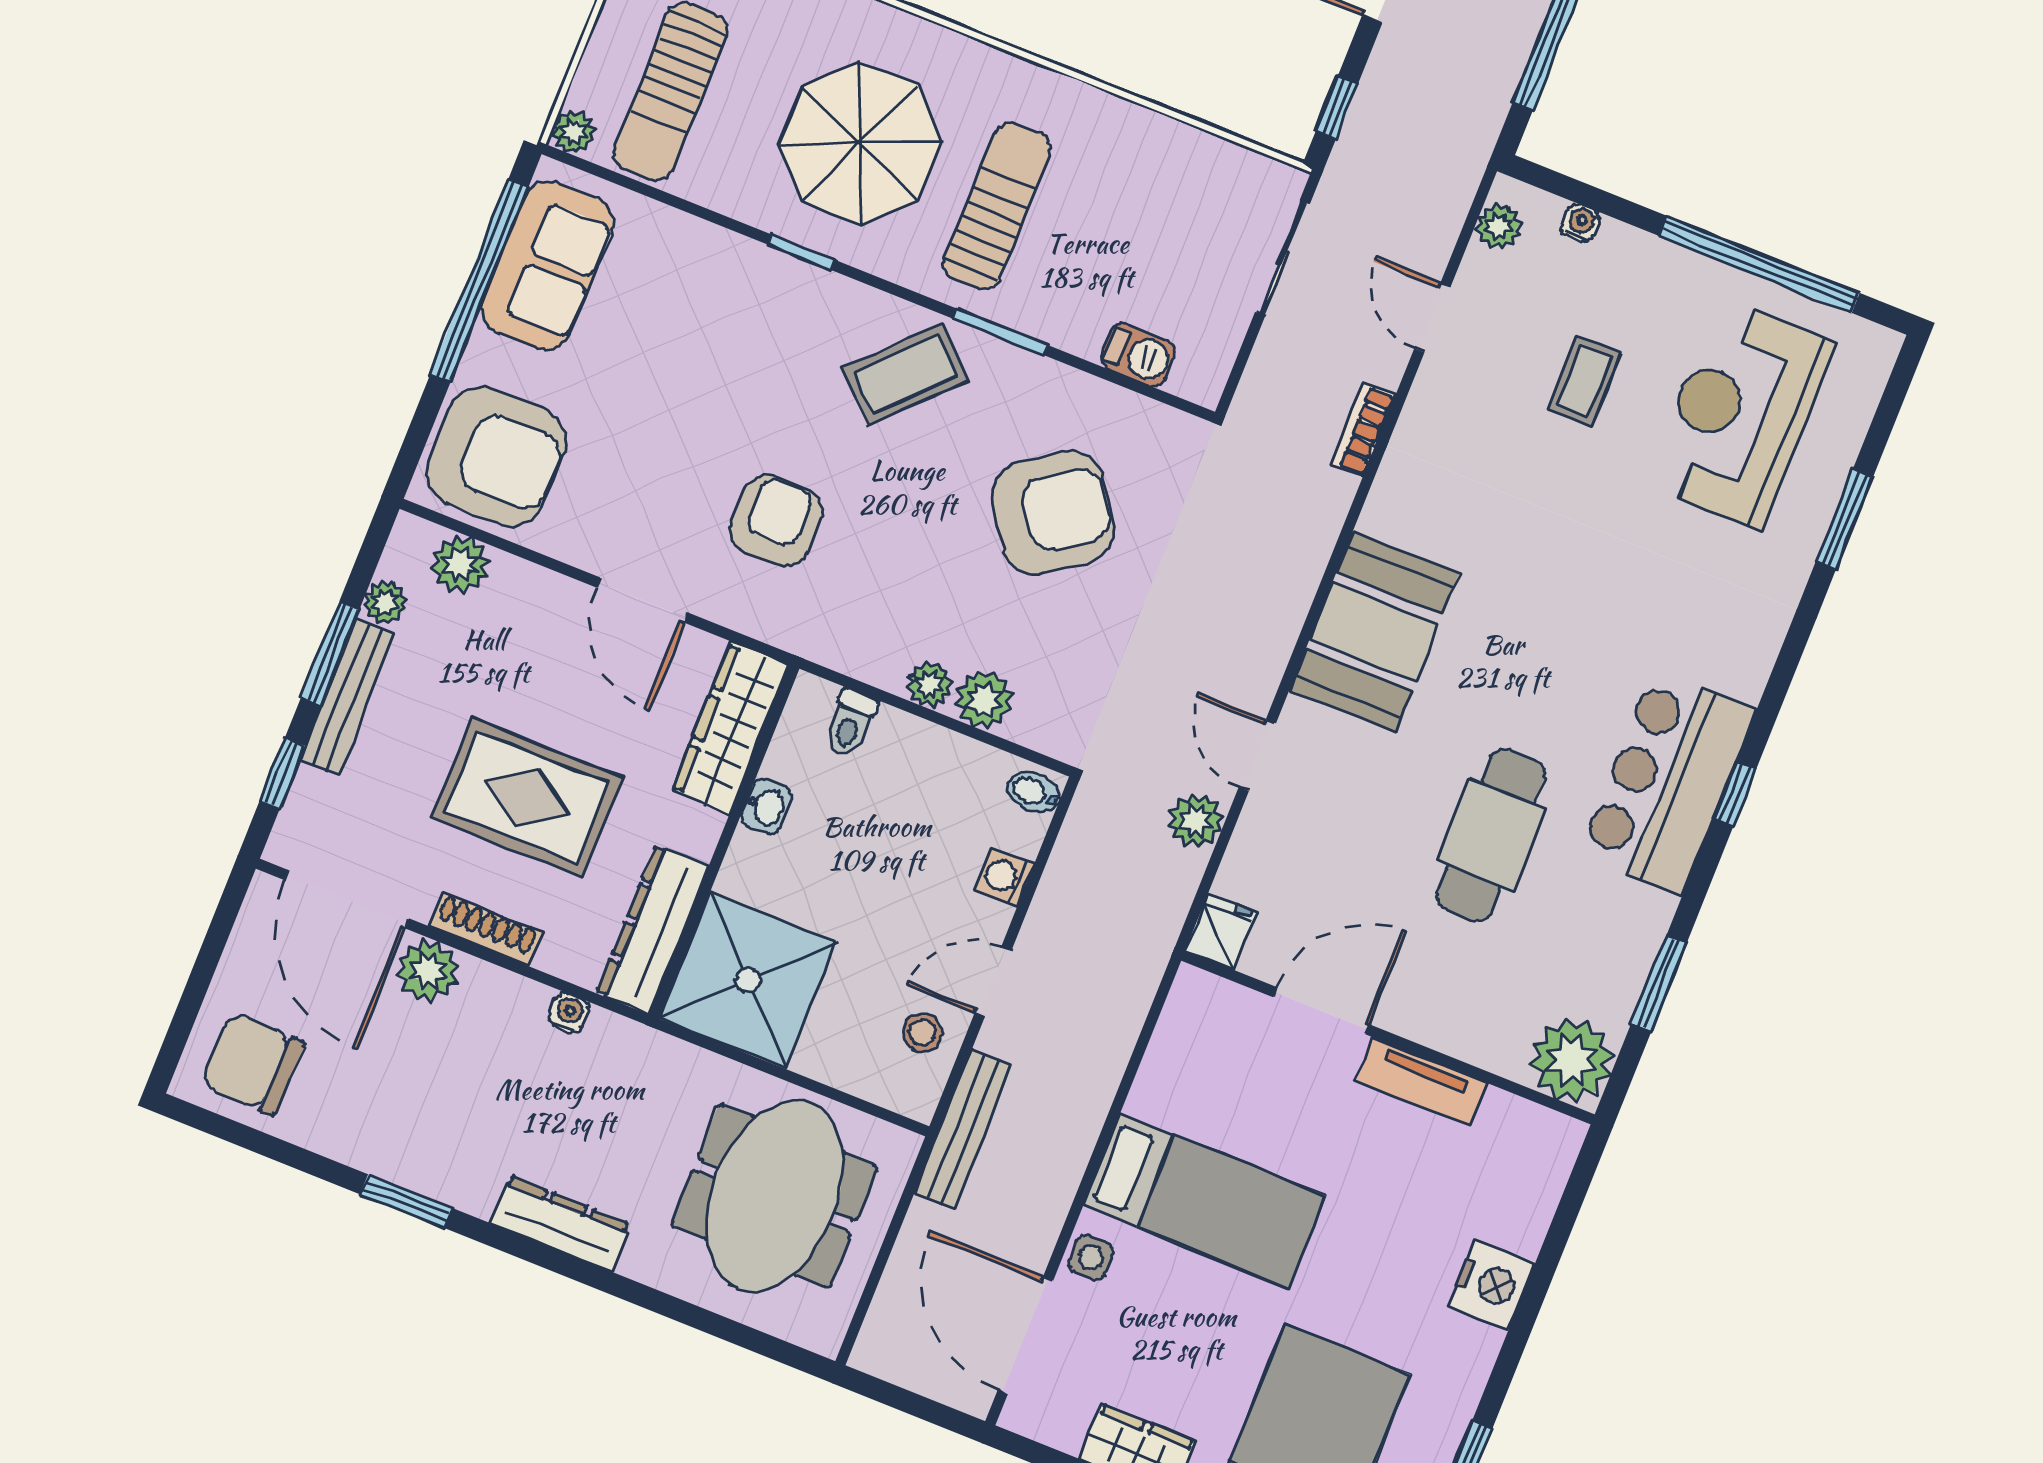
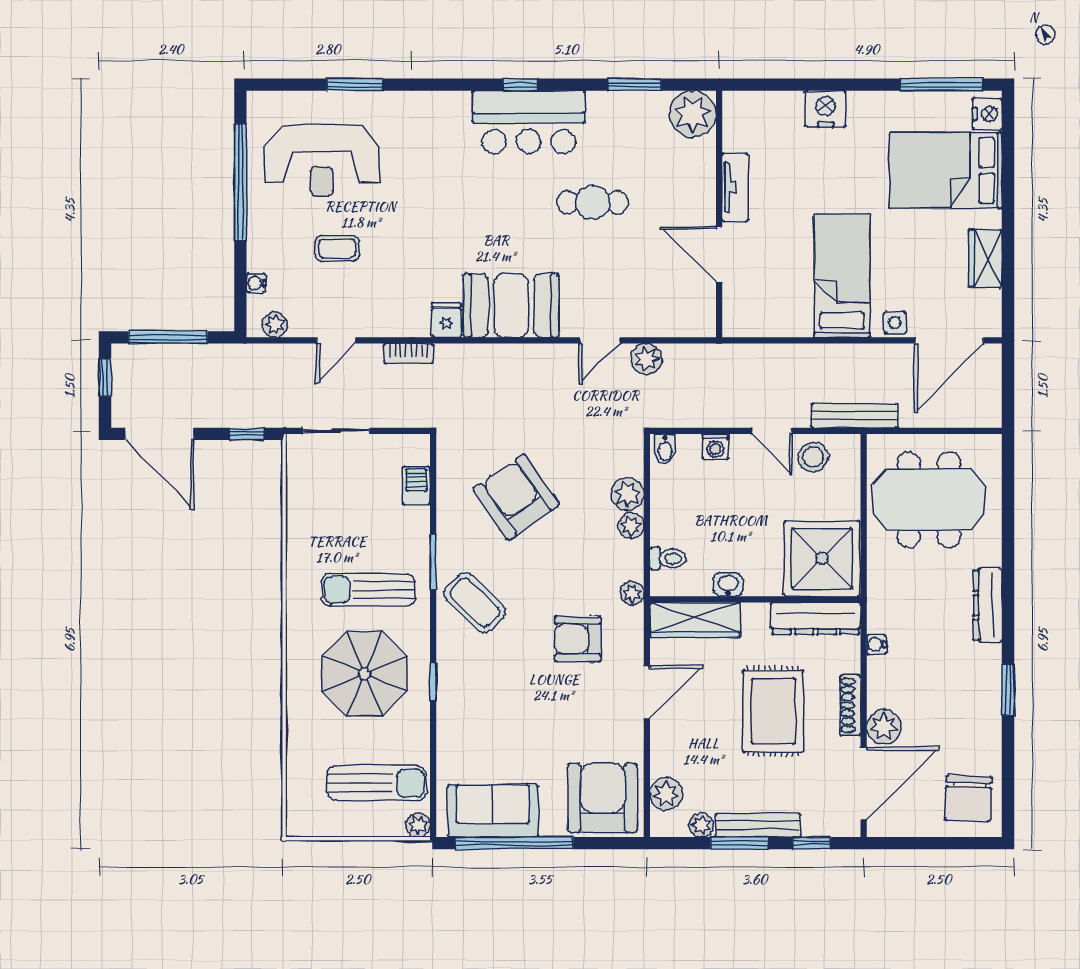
plant: (816, 641) -> (632, 593), added
cafe table: (1491, 835) -> (592, 202), width x0.73, depth x0.74
fridge: (1221, 931) -> (447, 320), moved, turned 90
stool: (922, 1032) -> (813, 457), width x1.37, depth x1.37

